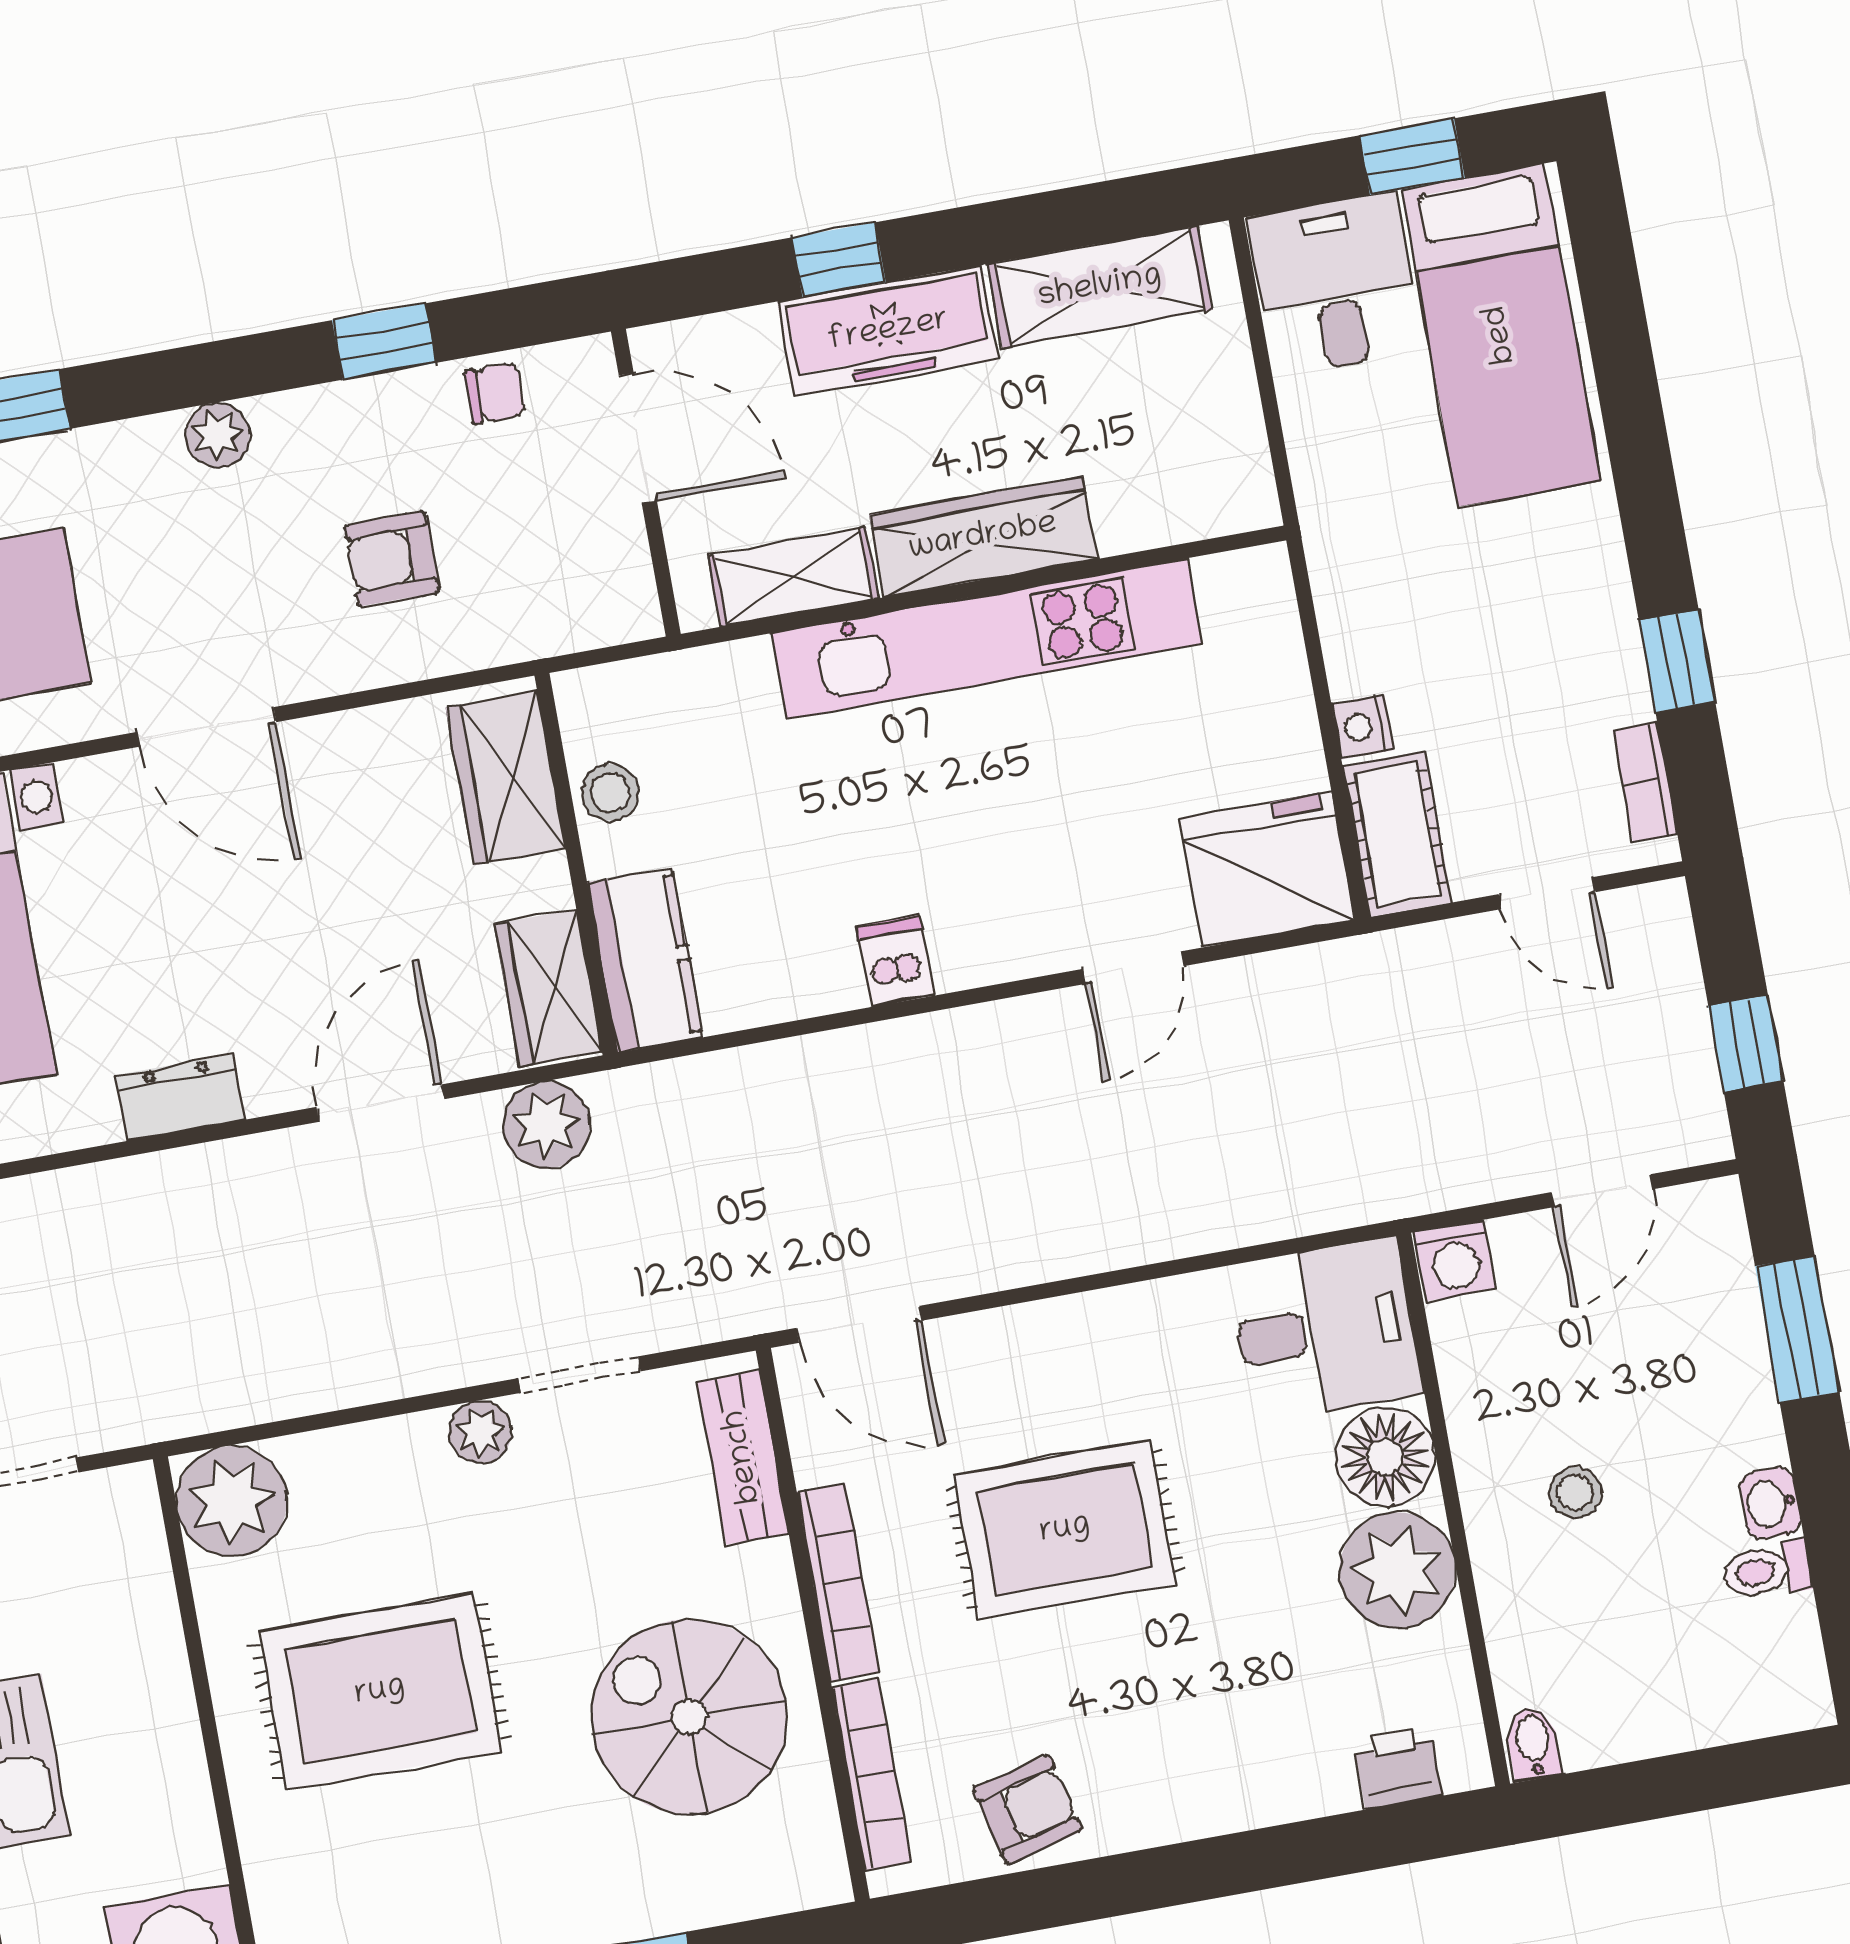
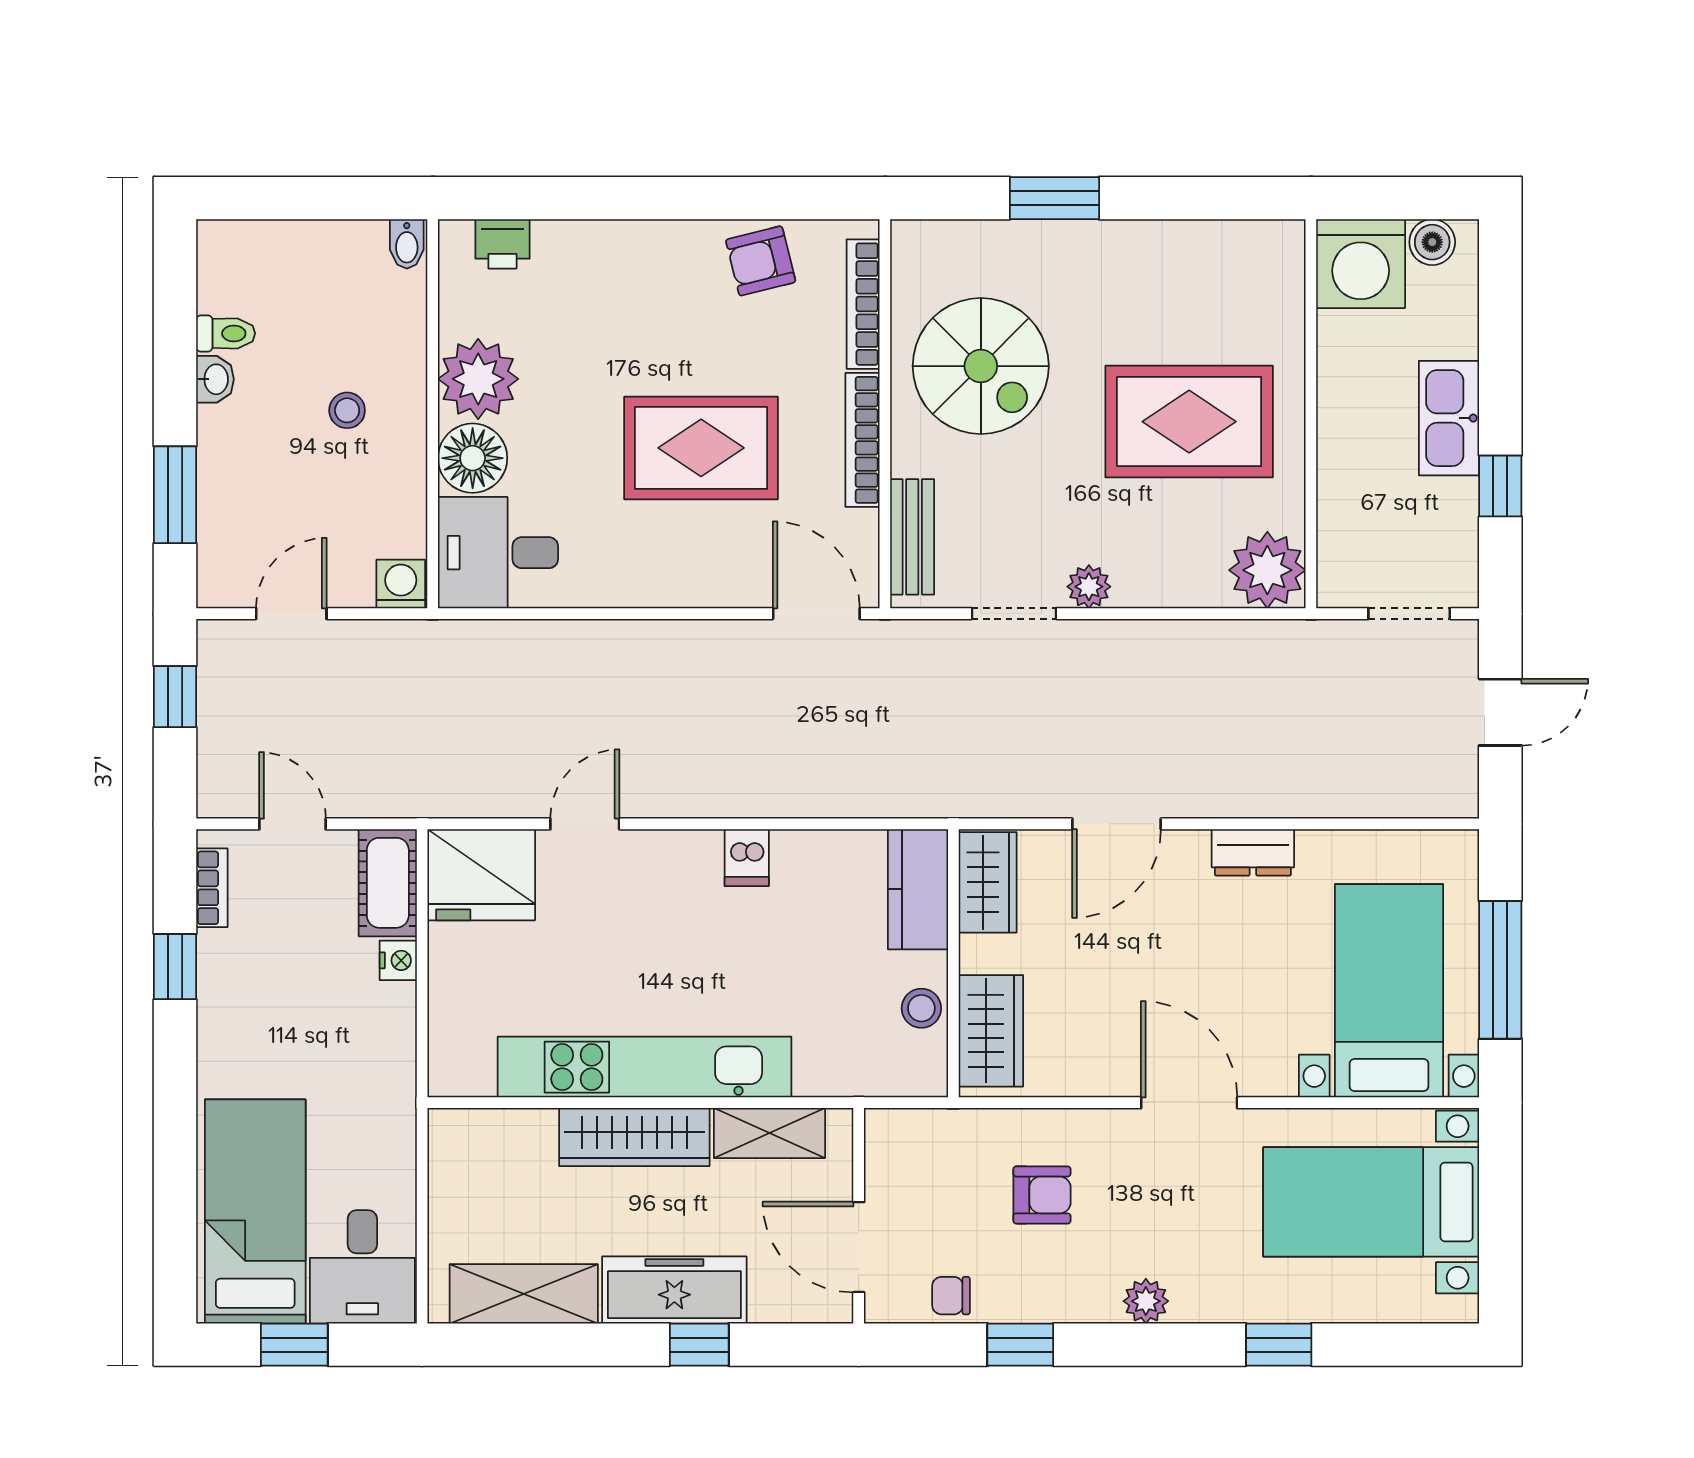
plant: (546, 1125) -> (1006, 788), removed

